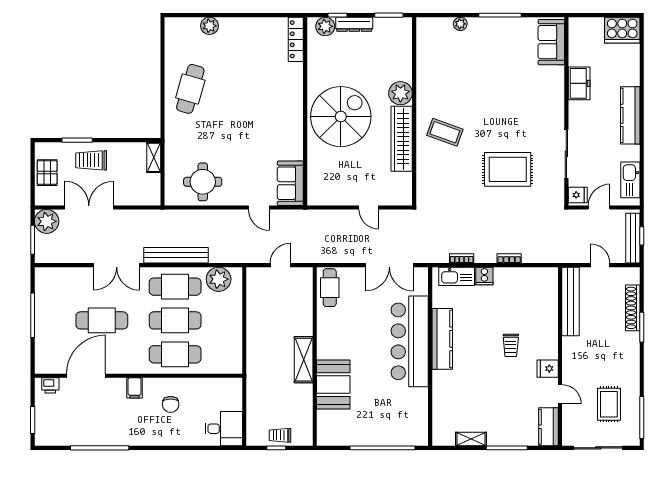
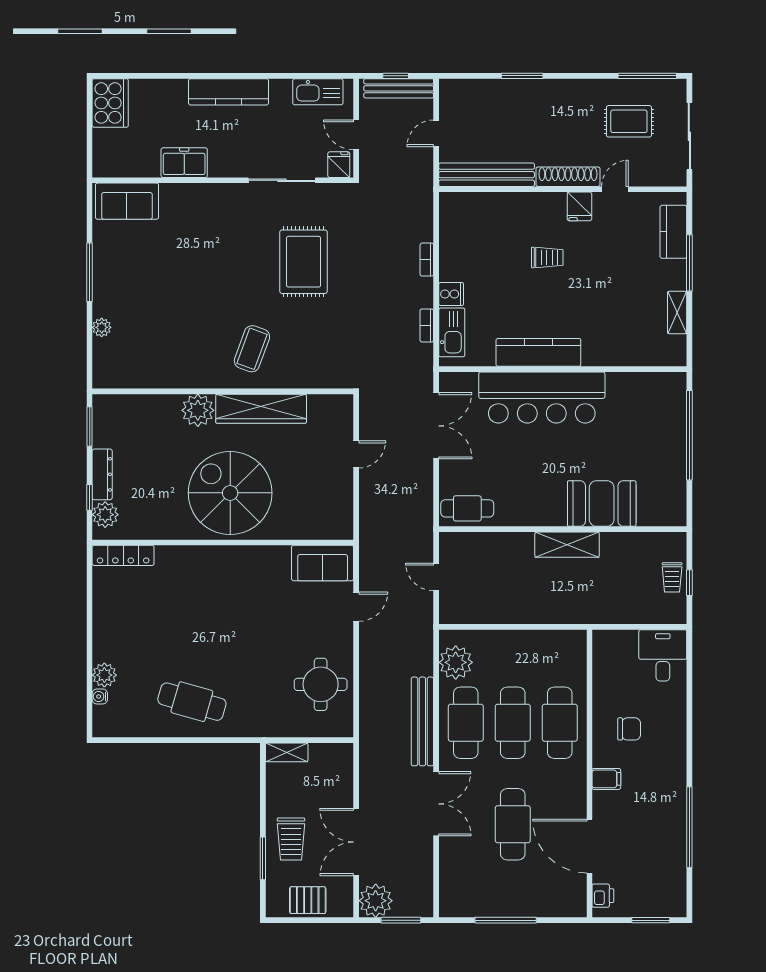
water cooler: (194, 22) -> (100, 696), added
shoe rack: (633, 308) -> (568, 177), moved, turned 180
kitchen counter: (548, 427) -> (673, 232), moved, turned 90

